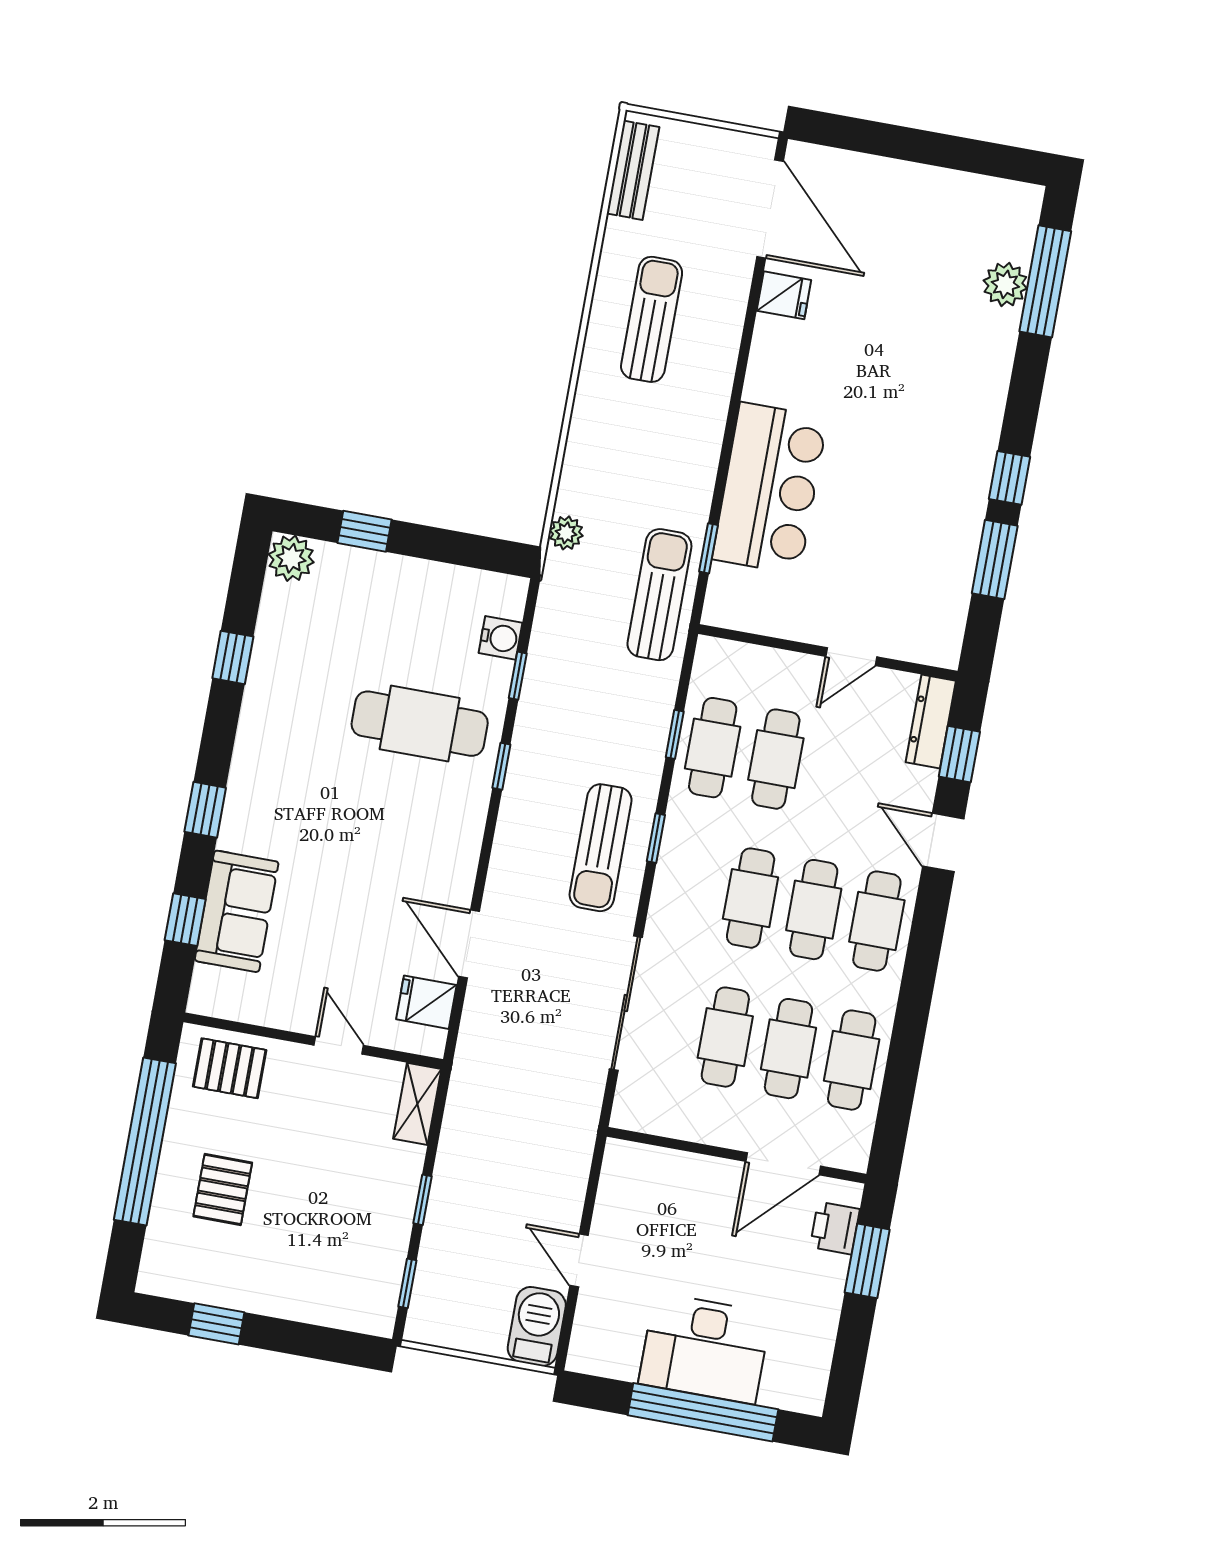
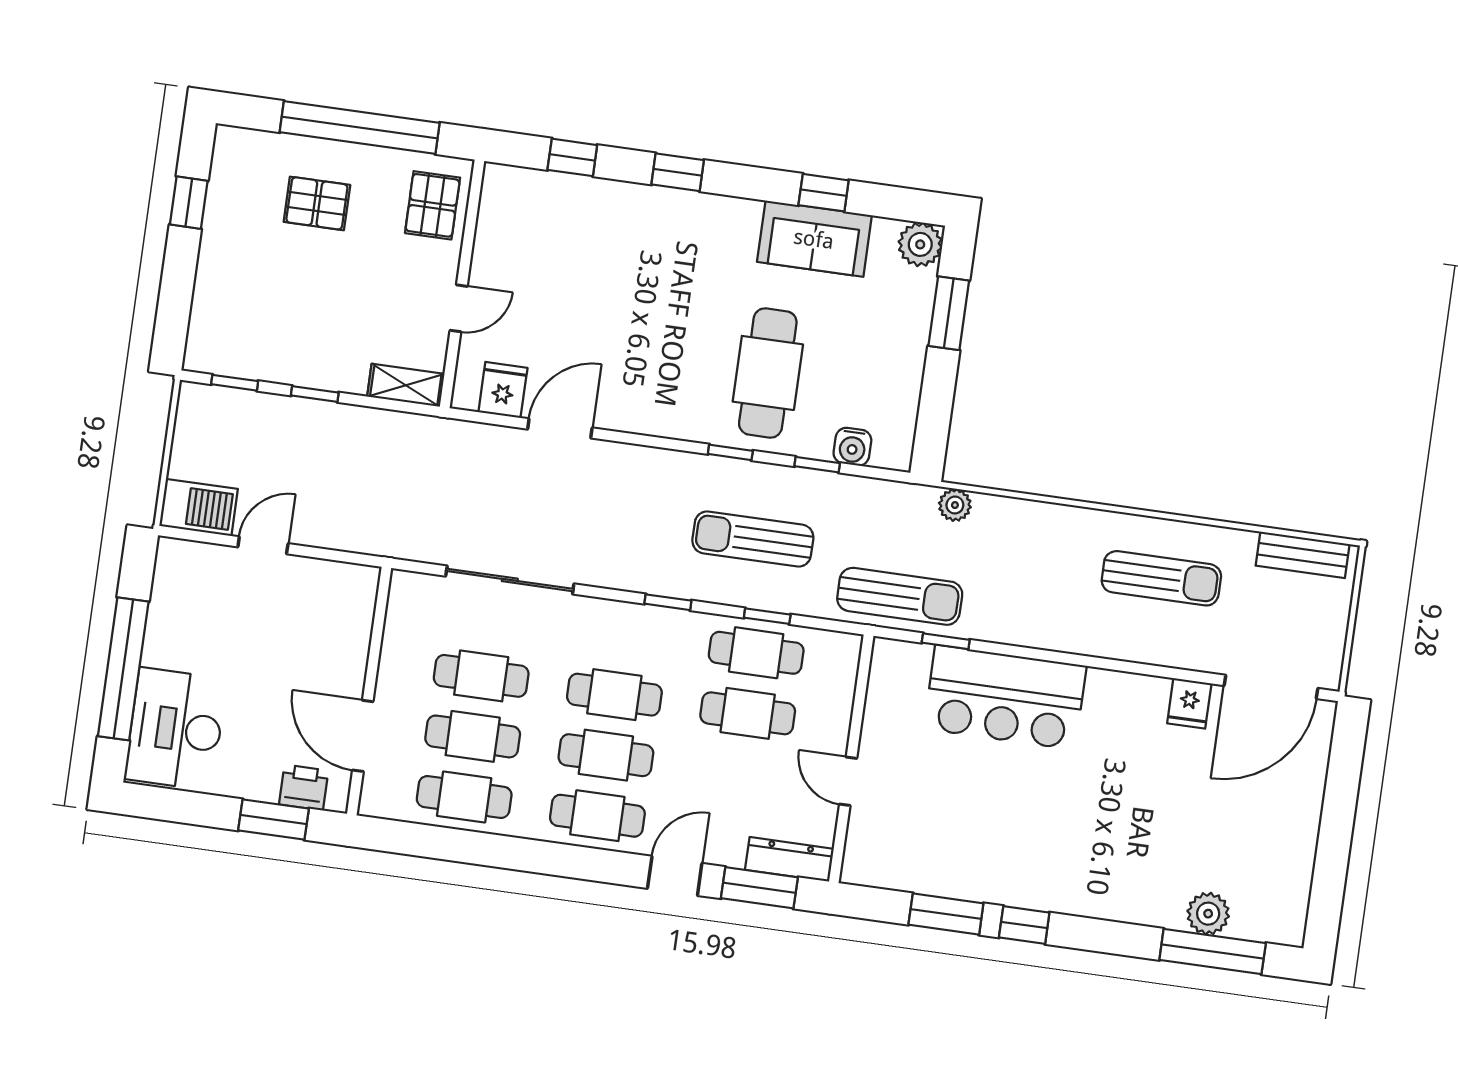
window: (365, 531) -> (949, 313), width x1.50
window: (959, 754) -> (759, 888), width x1.50
sun lounger: (601, 848) -> (753, 539), moved
sofa: (237, 911) -> (814, 239), moved
desk: (705, 1348) -> (176, 729), moved

